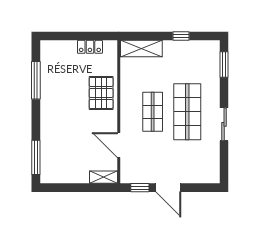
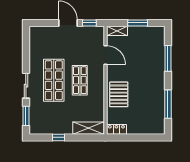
locker: (90, 47) -> (116, 129), moved
sliding door: (224, 124) -> (26, 86), moved
window: (36, 157) -> (168, 58), moved
window: (76, 188) -> (138, 23), added

